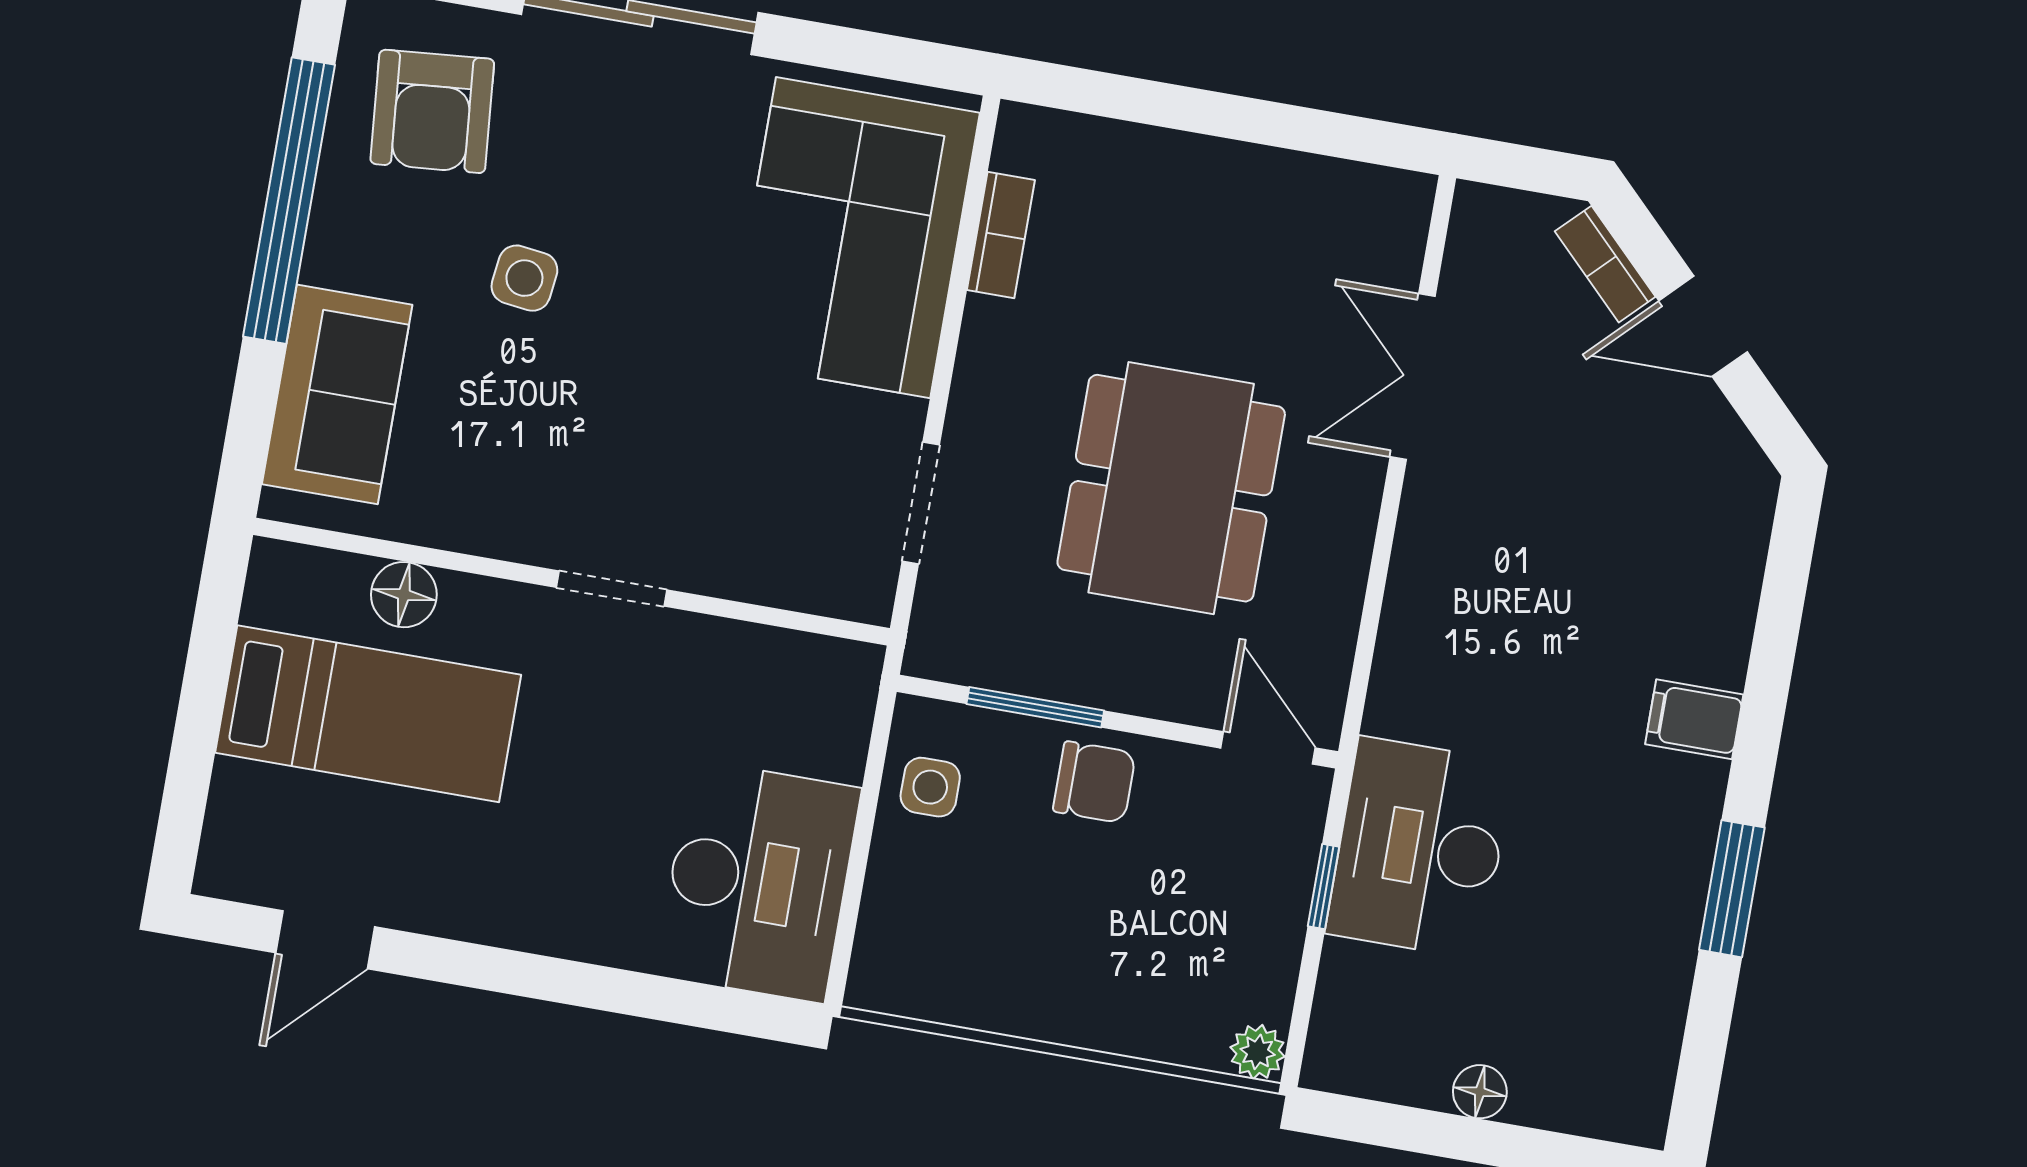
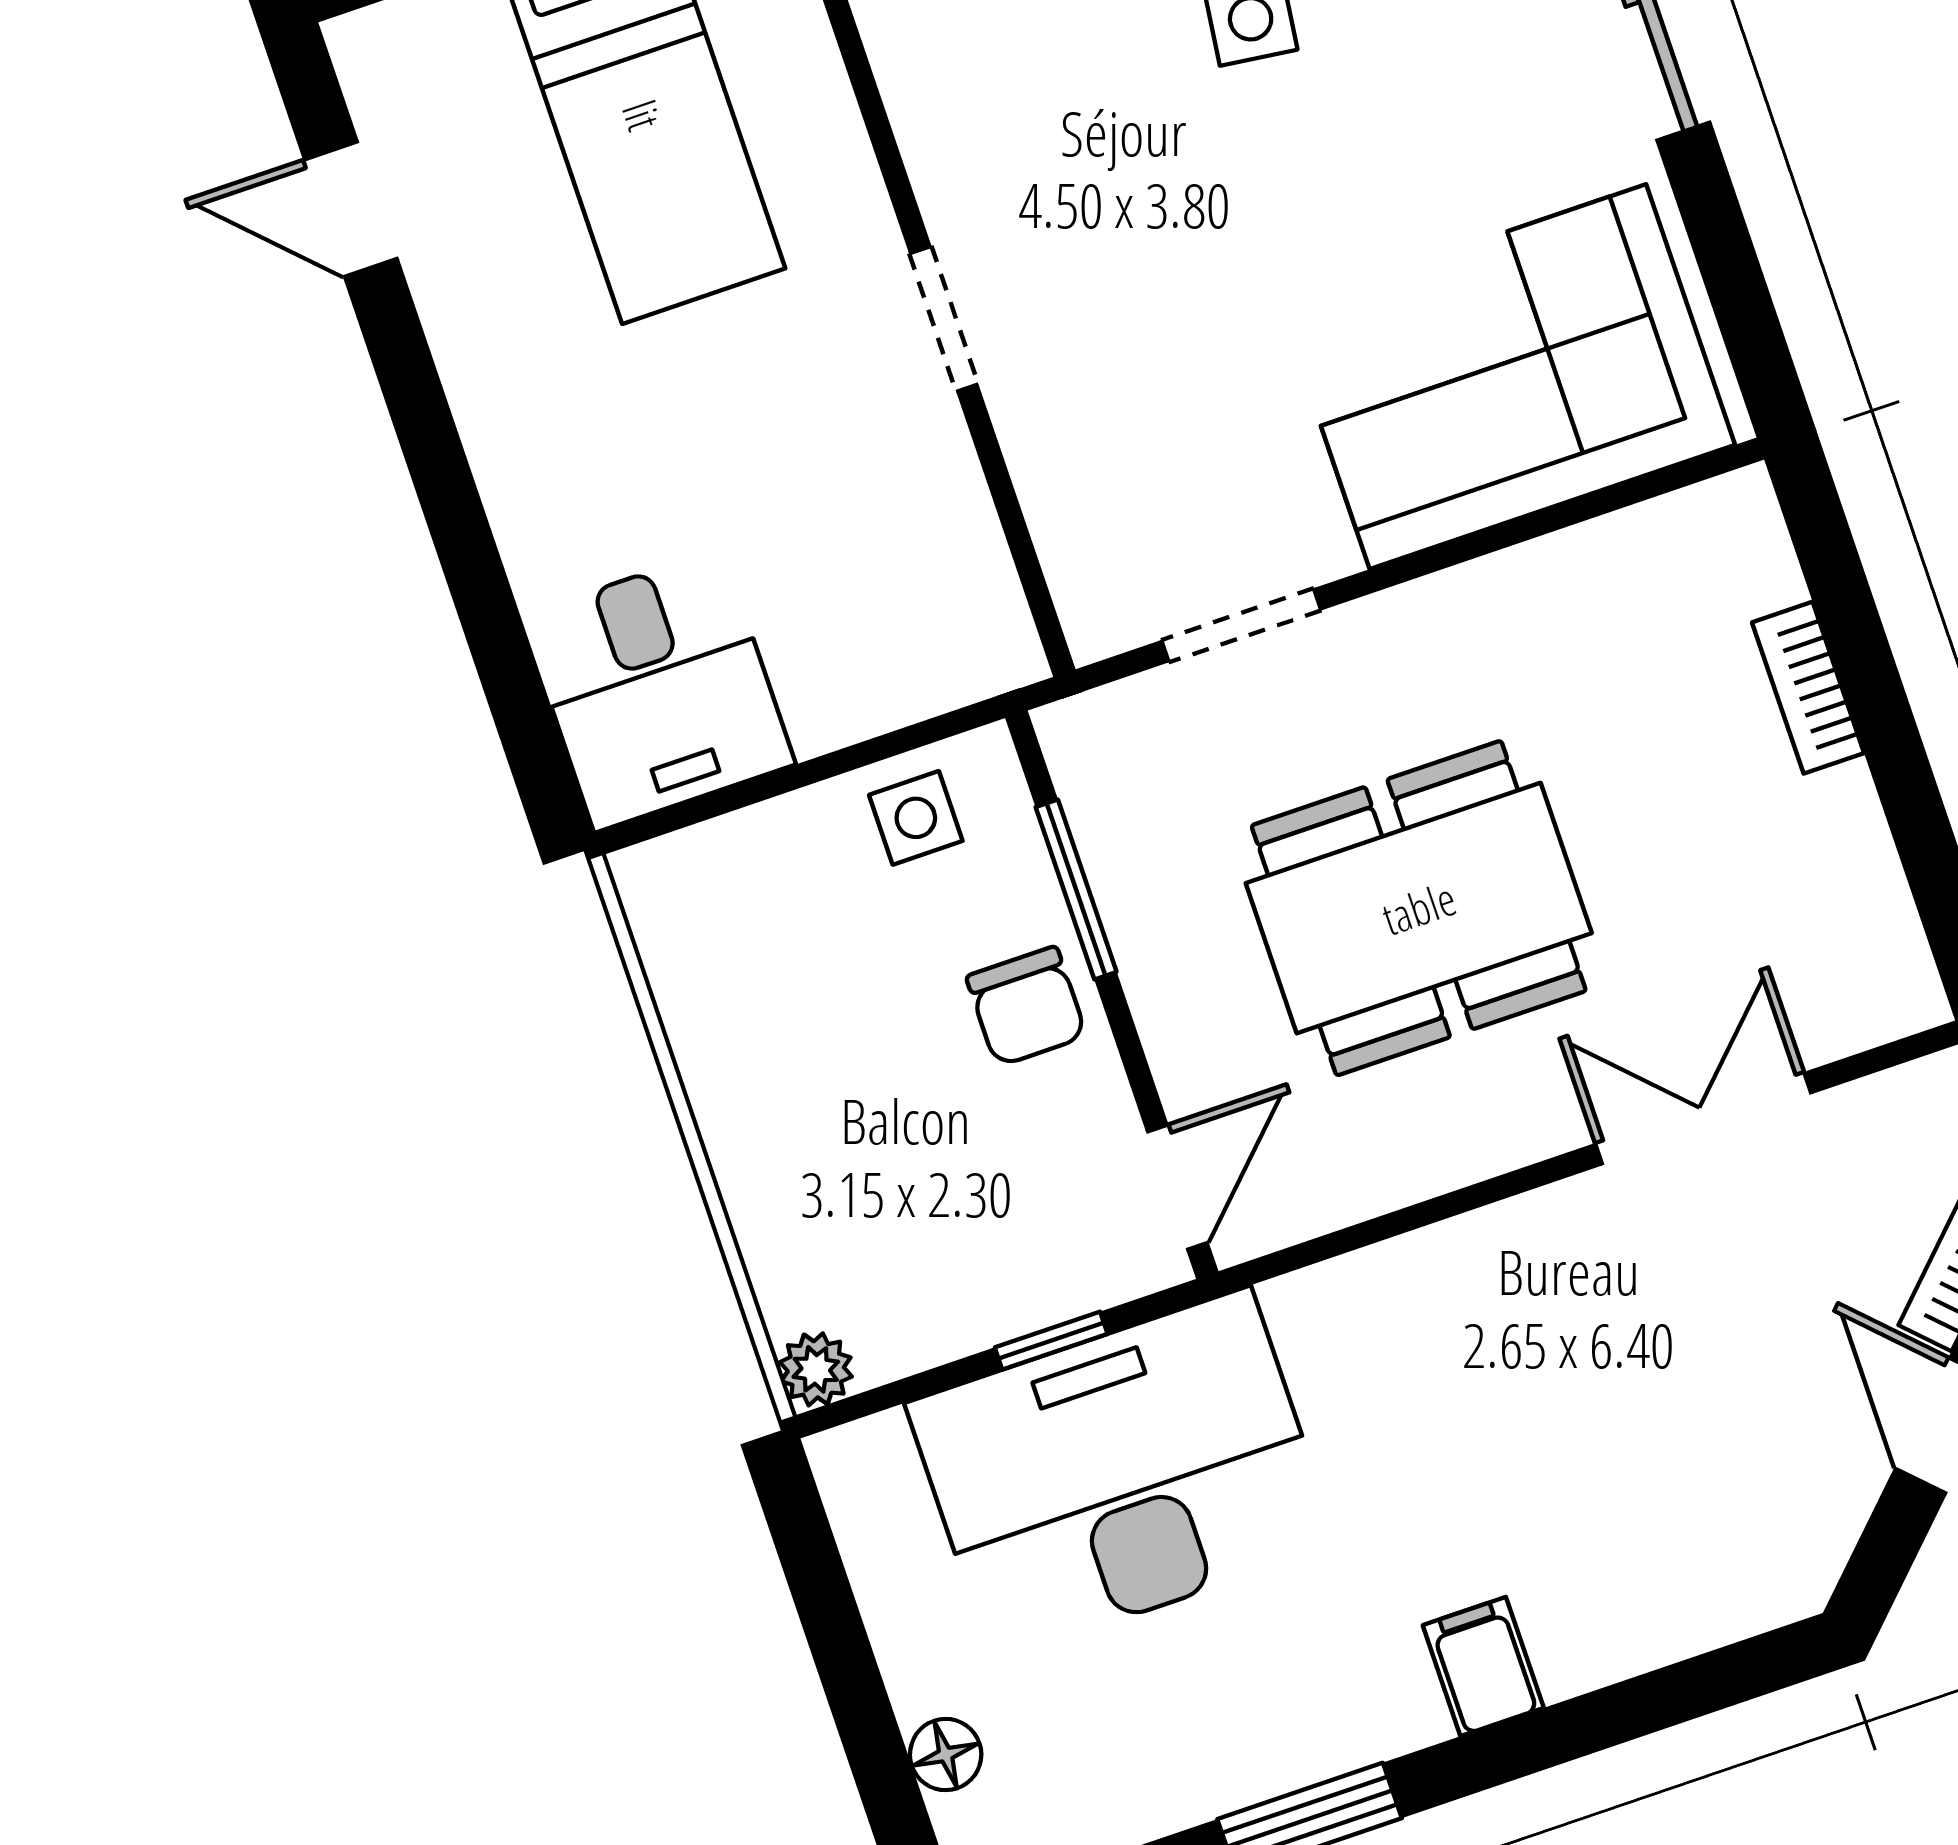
bookcase: (1001, 235) -> (1808, 688), moved, turned 90
floor lamp: (404, 595) -> (804, 80), removed
desk: (1420, 848) -> (1122, 1474), width x1.36, depth x1.30
desk: (758, 881) -> (658, 690), width x0.73
floor lamp: (1480, 1092) -> (946, 1755), moved

